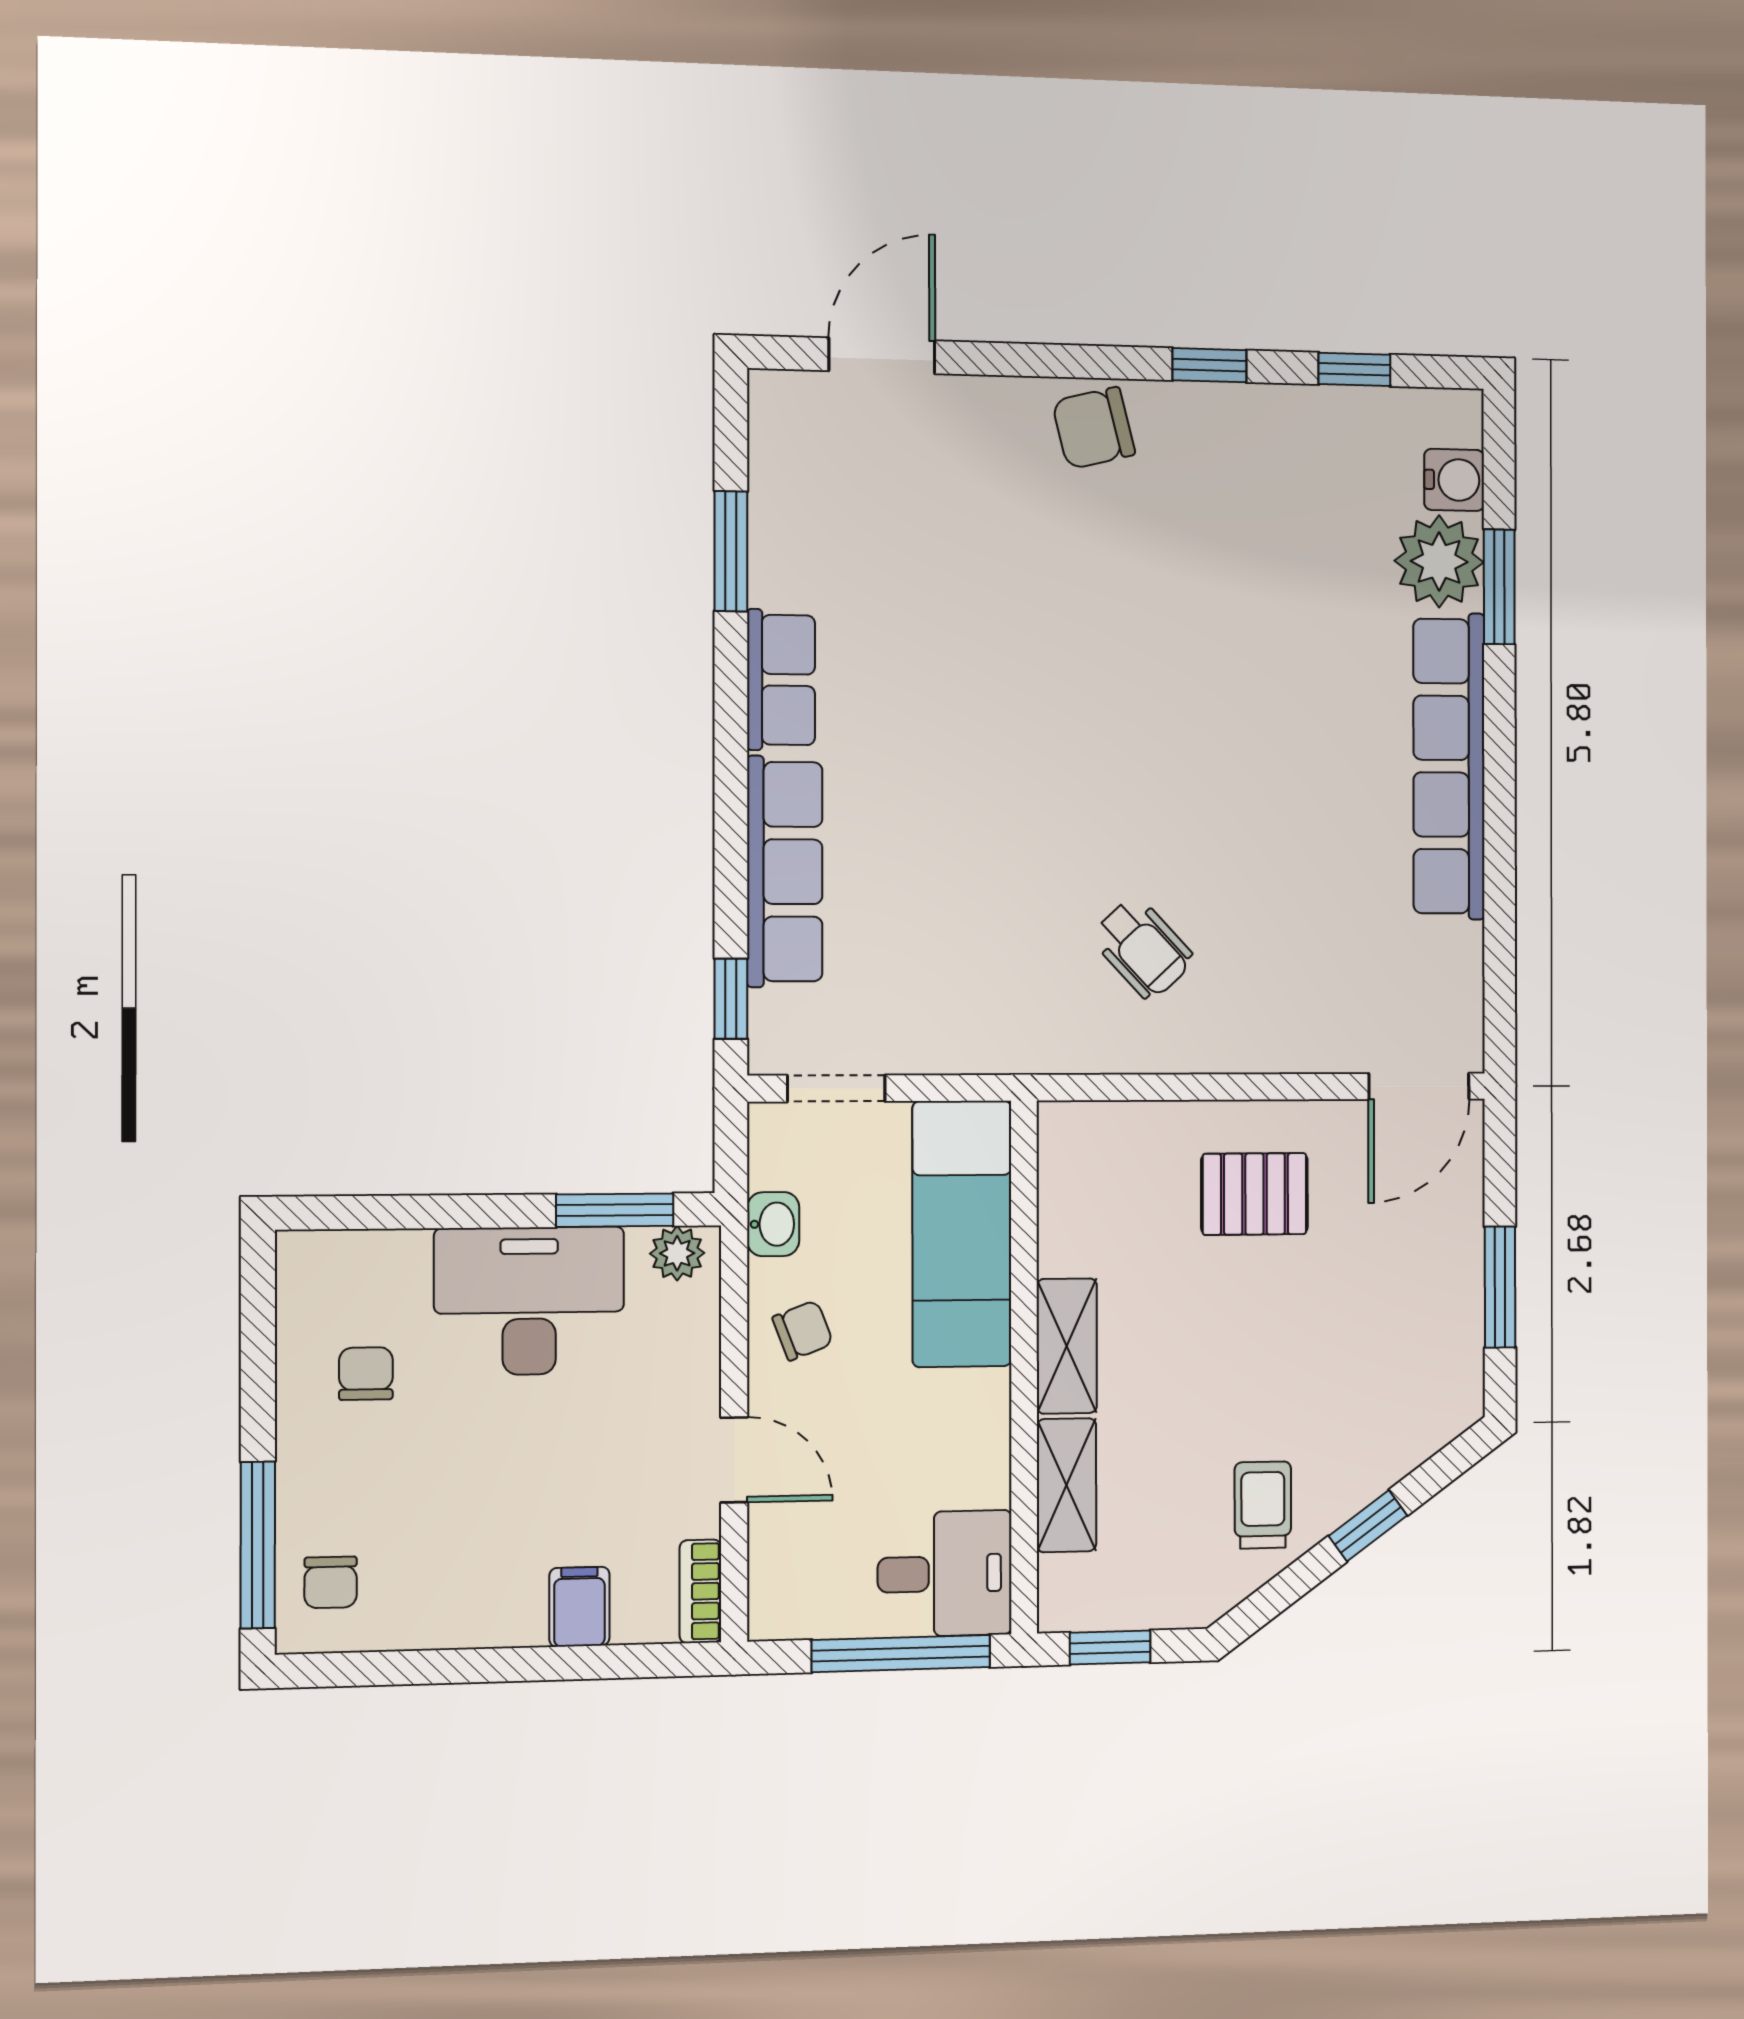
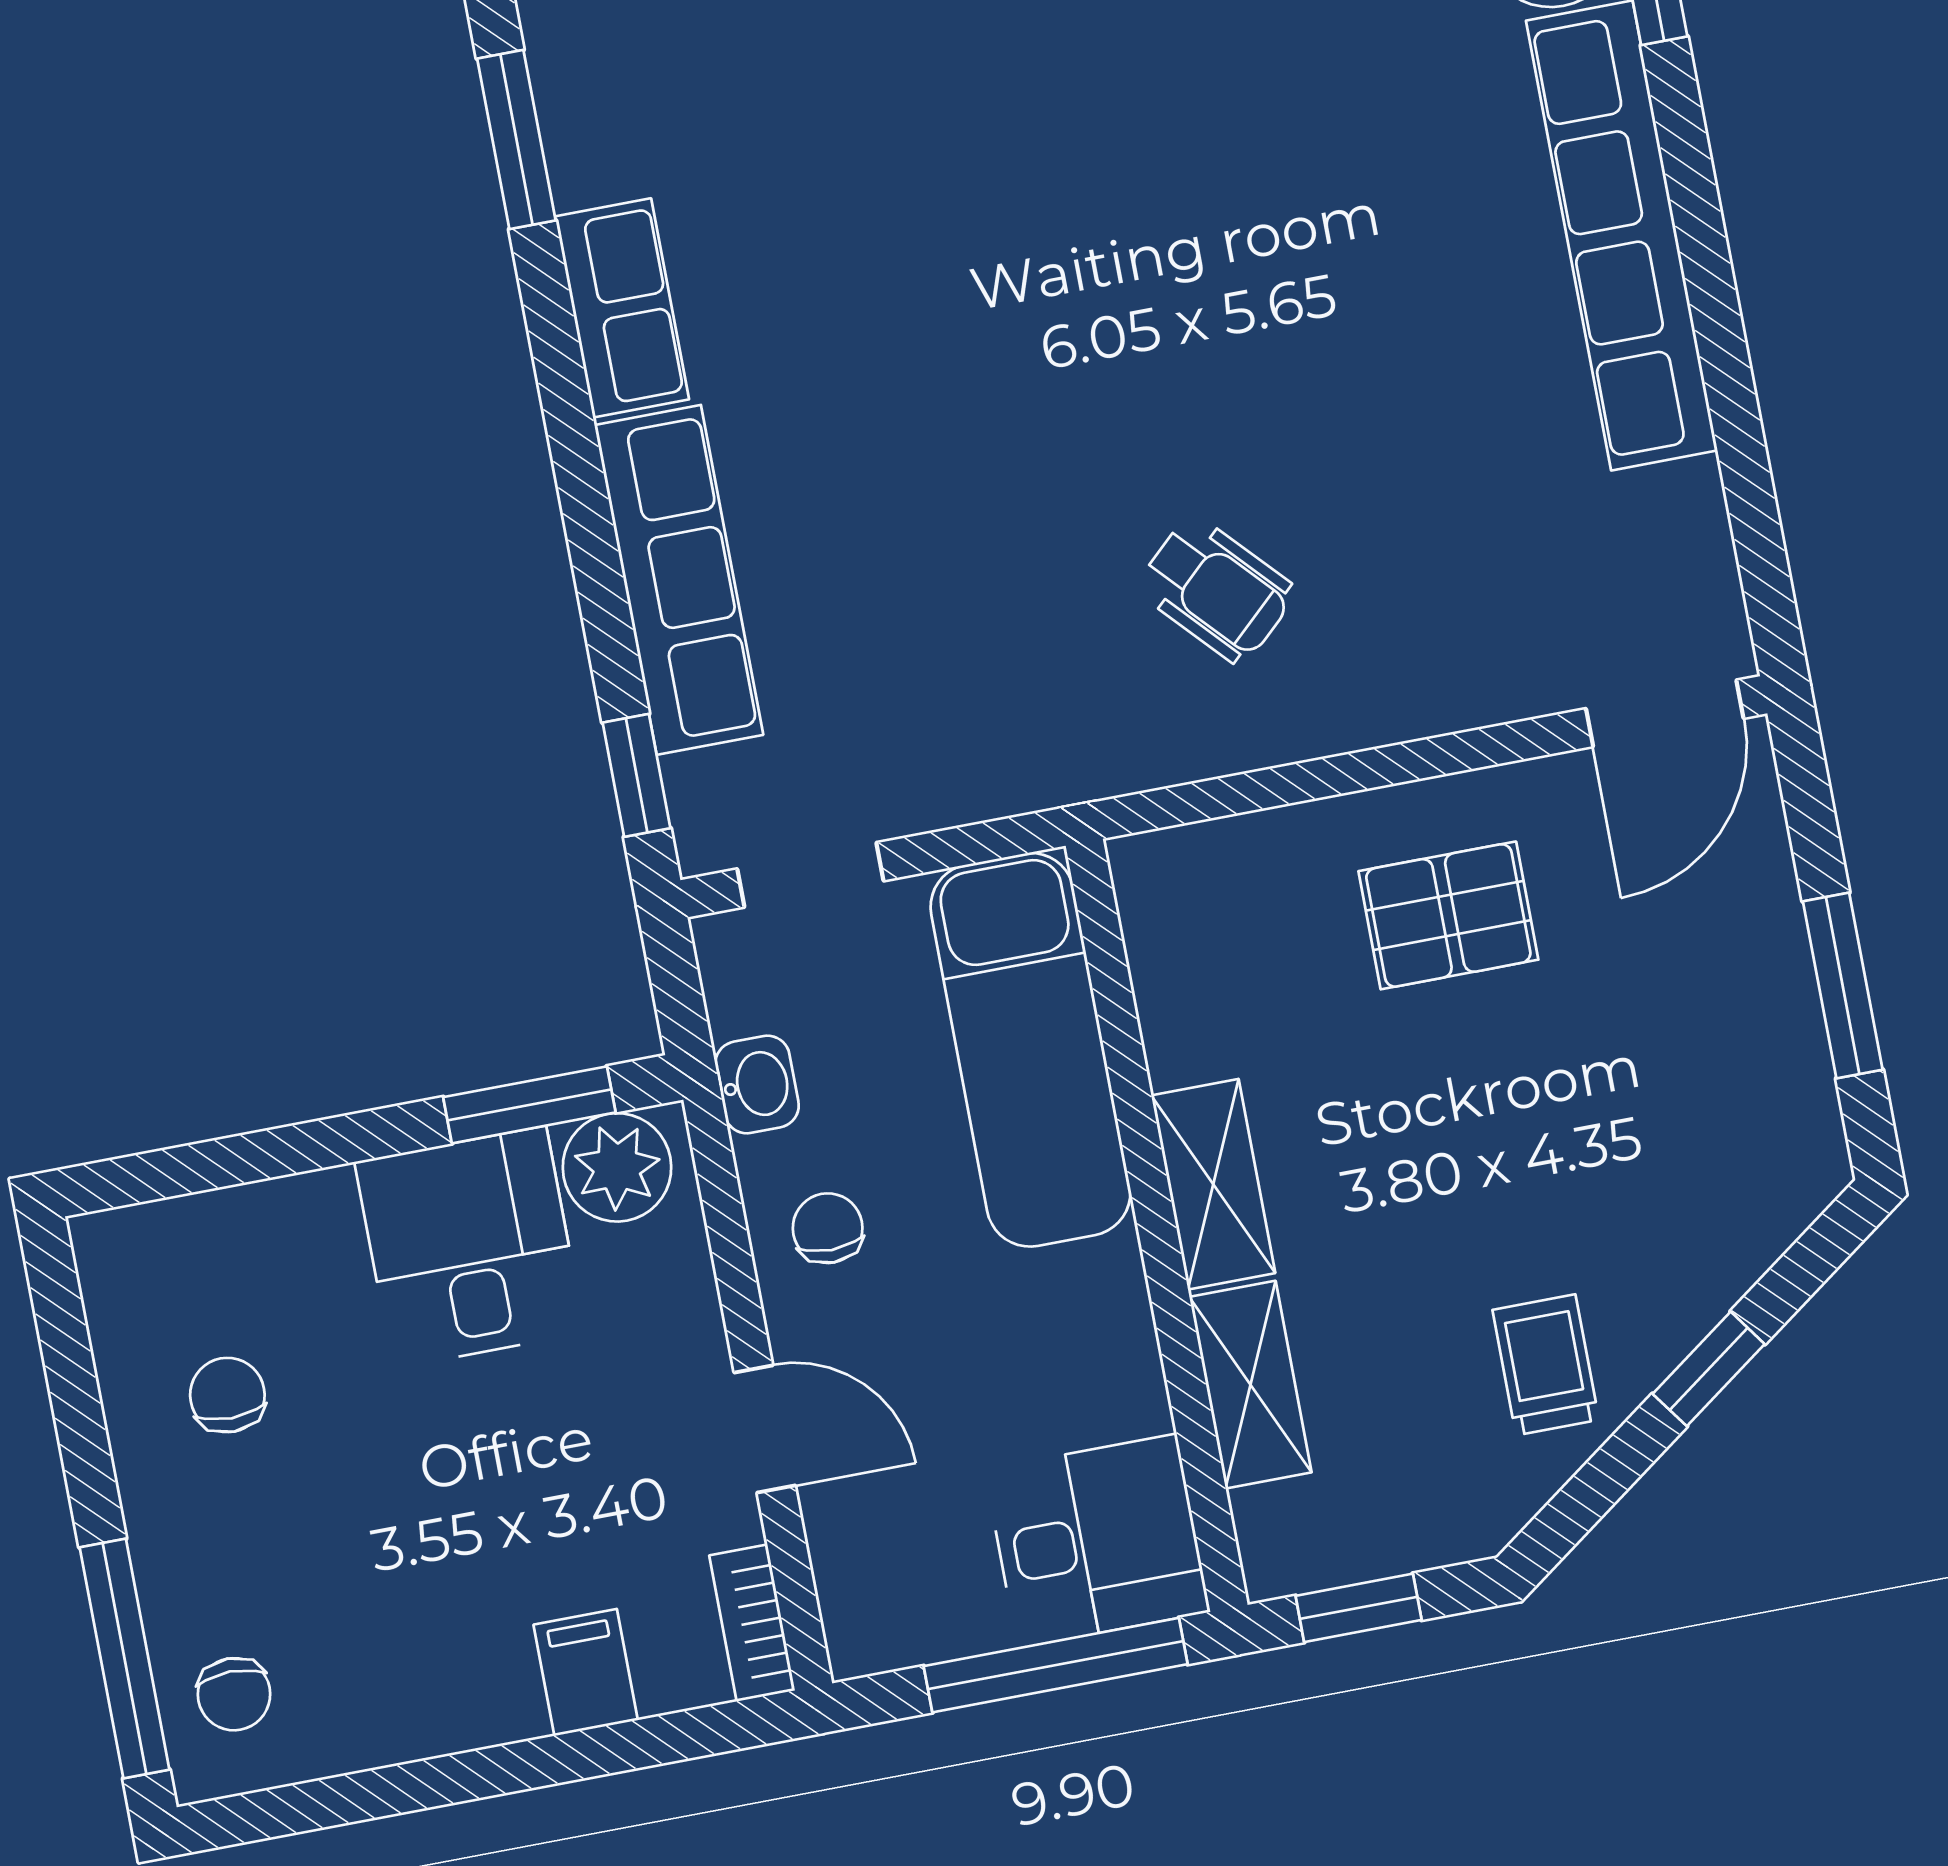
plant: (677, 1253) -> (617, 1167), width x1.38, depth x1.38
desk: (529, 1301) -> (470, 1247), width x0.73
chair: (803, 1330) -> (828, 1228), turned -69

